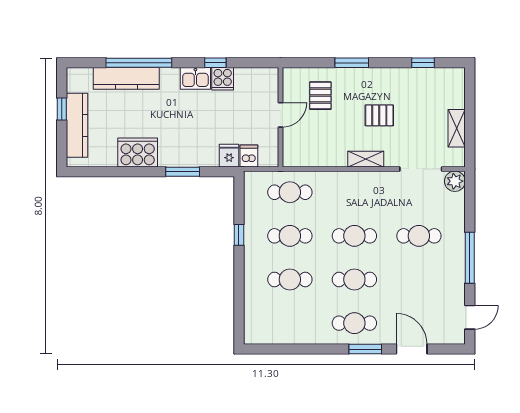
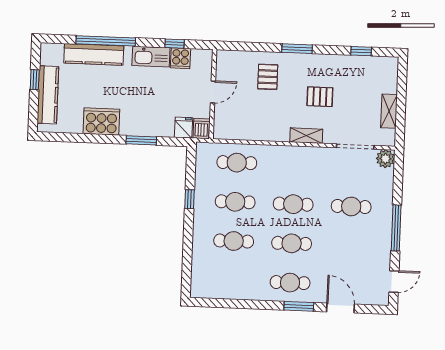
kitchen sink: (195, 78) -> (151, 57), width x1.38
door: (281, 115) -> (213, 92), moved
wall: (281, 117) -> (213, 94), moved

